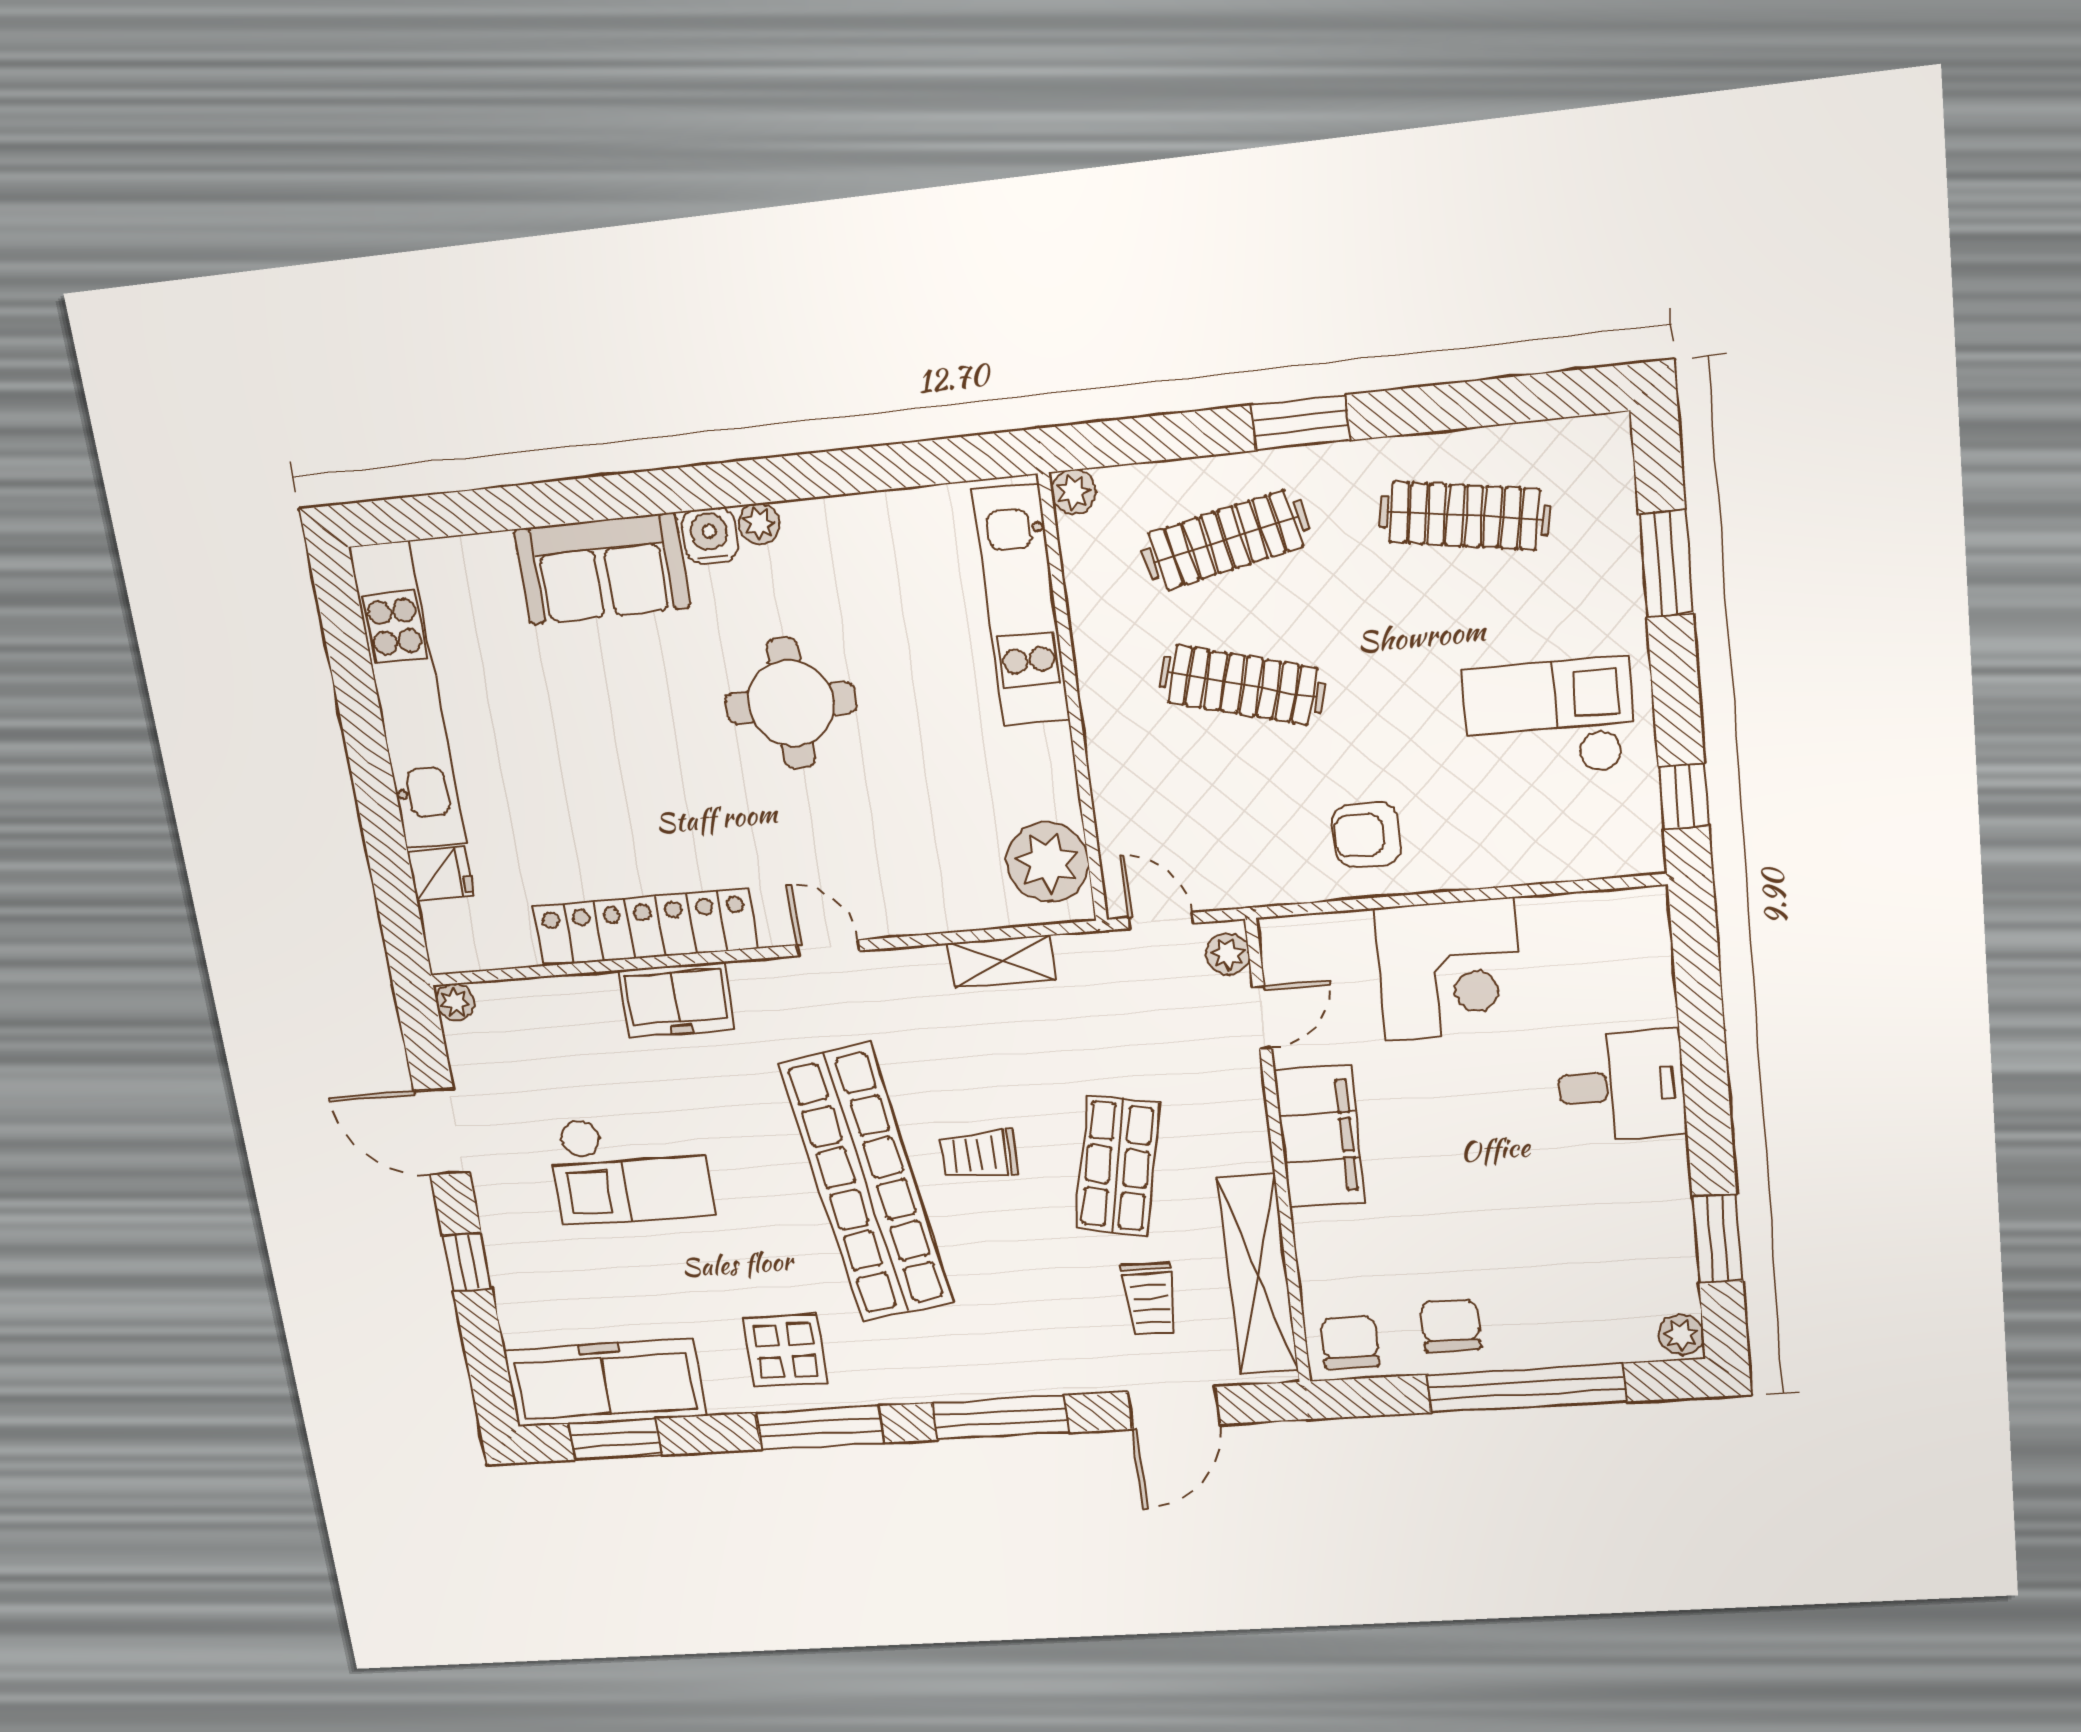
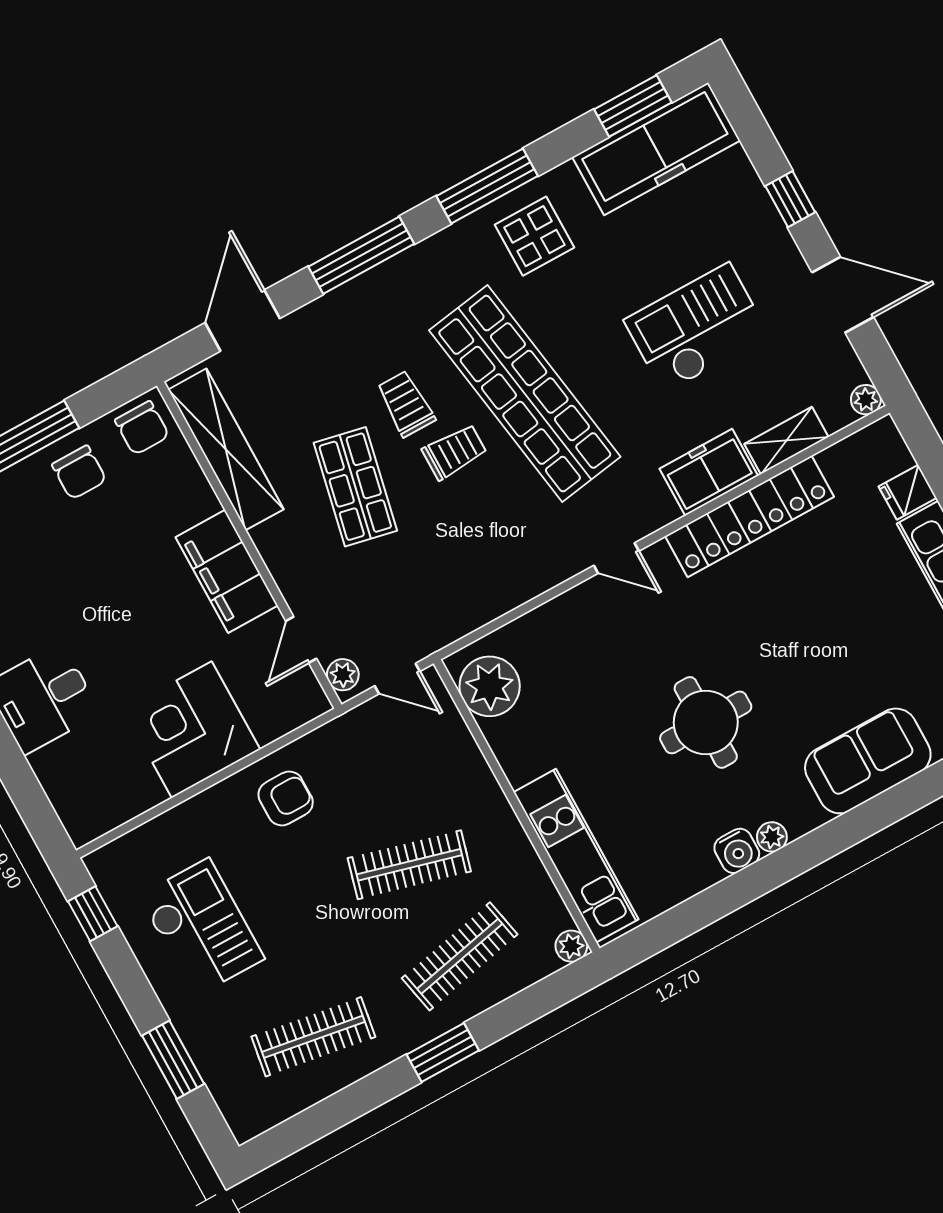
water cooler: (710, 536) -> (737, 851), moved
checkout: (1549, 719) -> (201, 927), turned -90
shelving: (1002, 961) -> (786, 440), moved
trolley: (1150, 1299) -> (406, 404), moved

